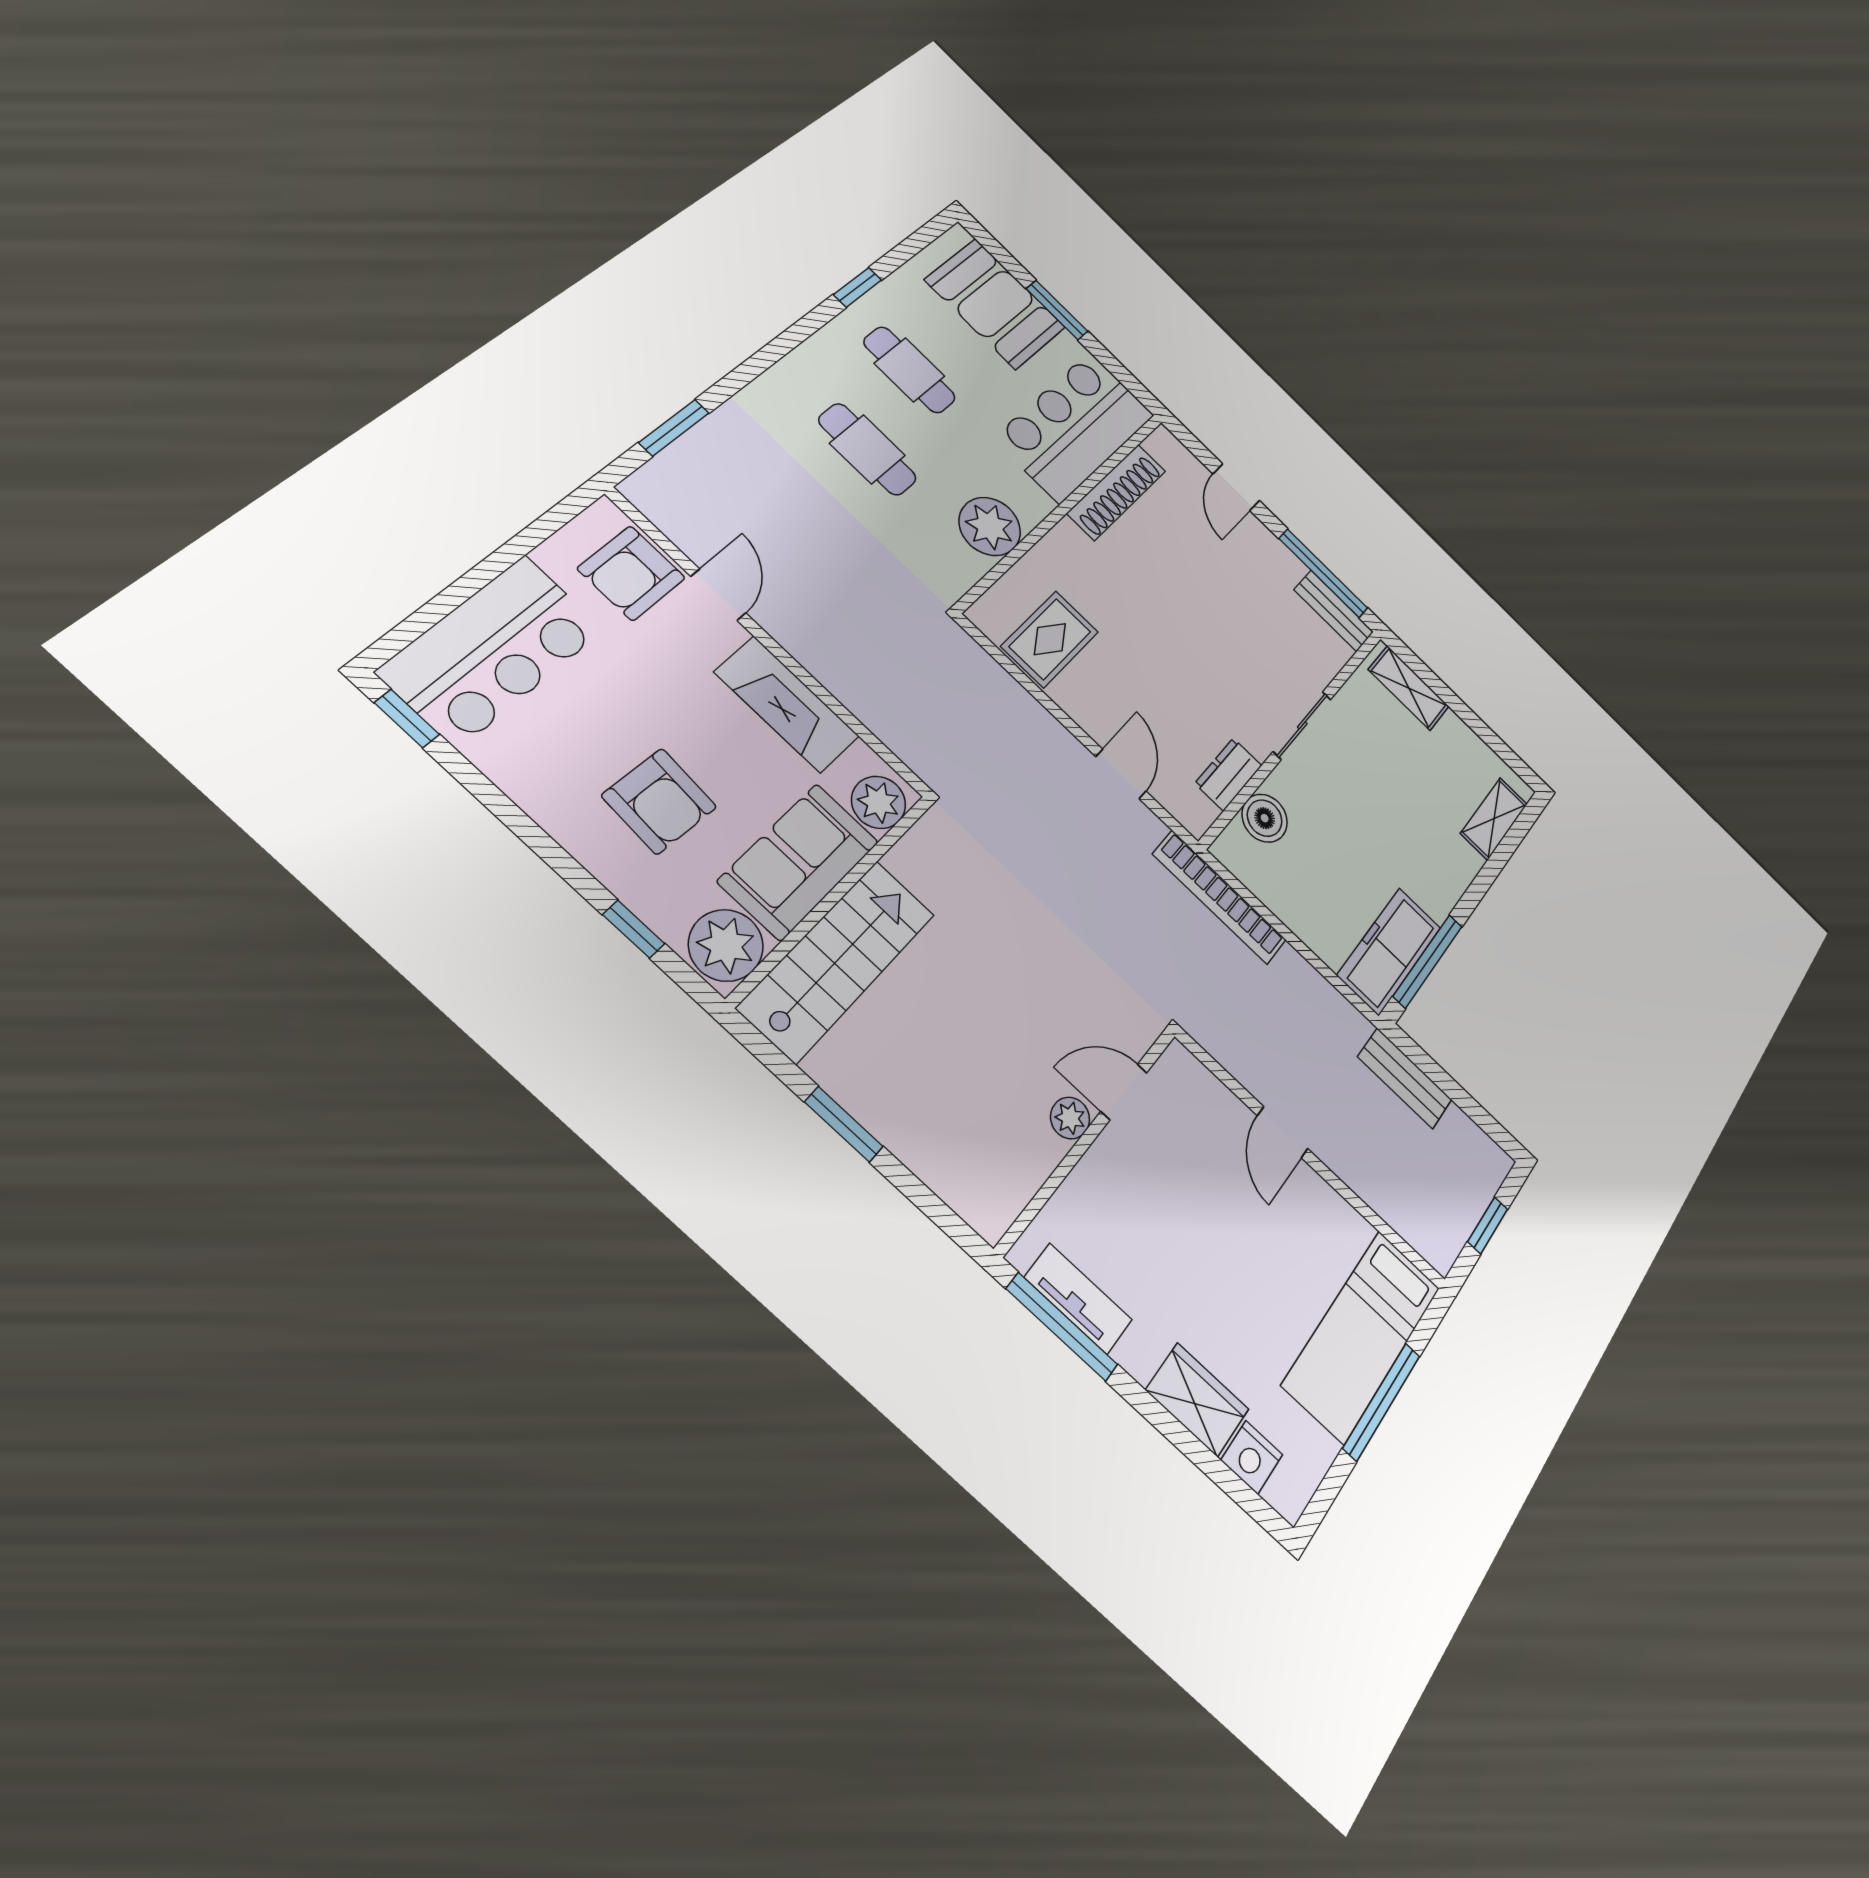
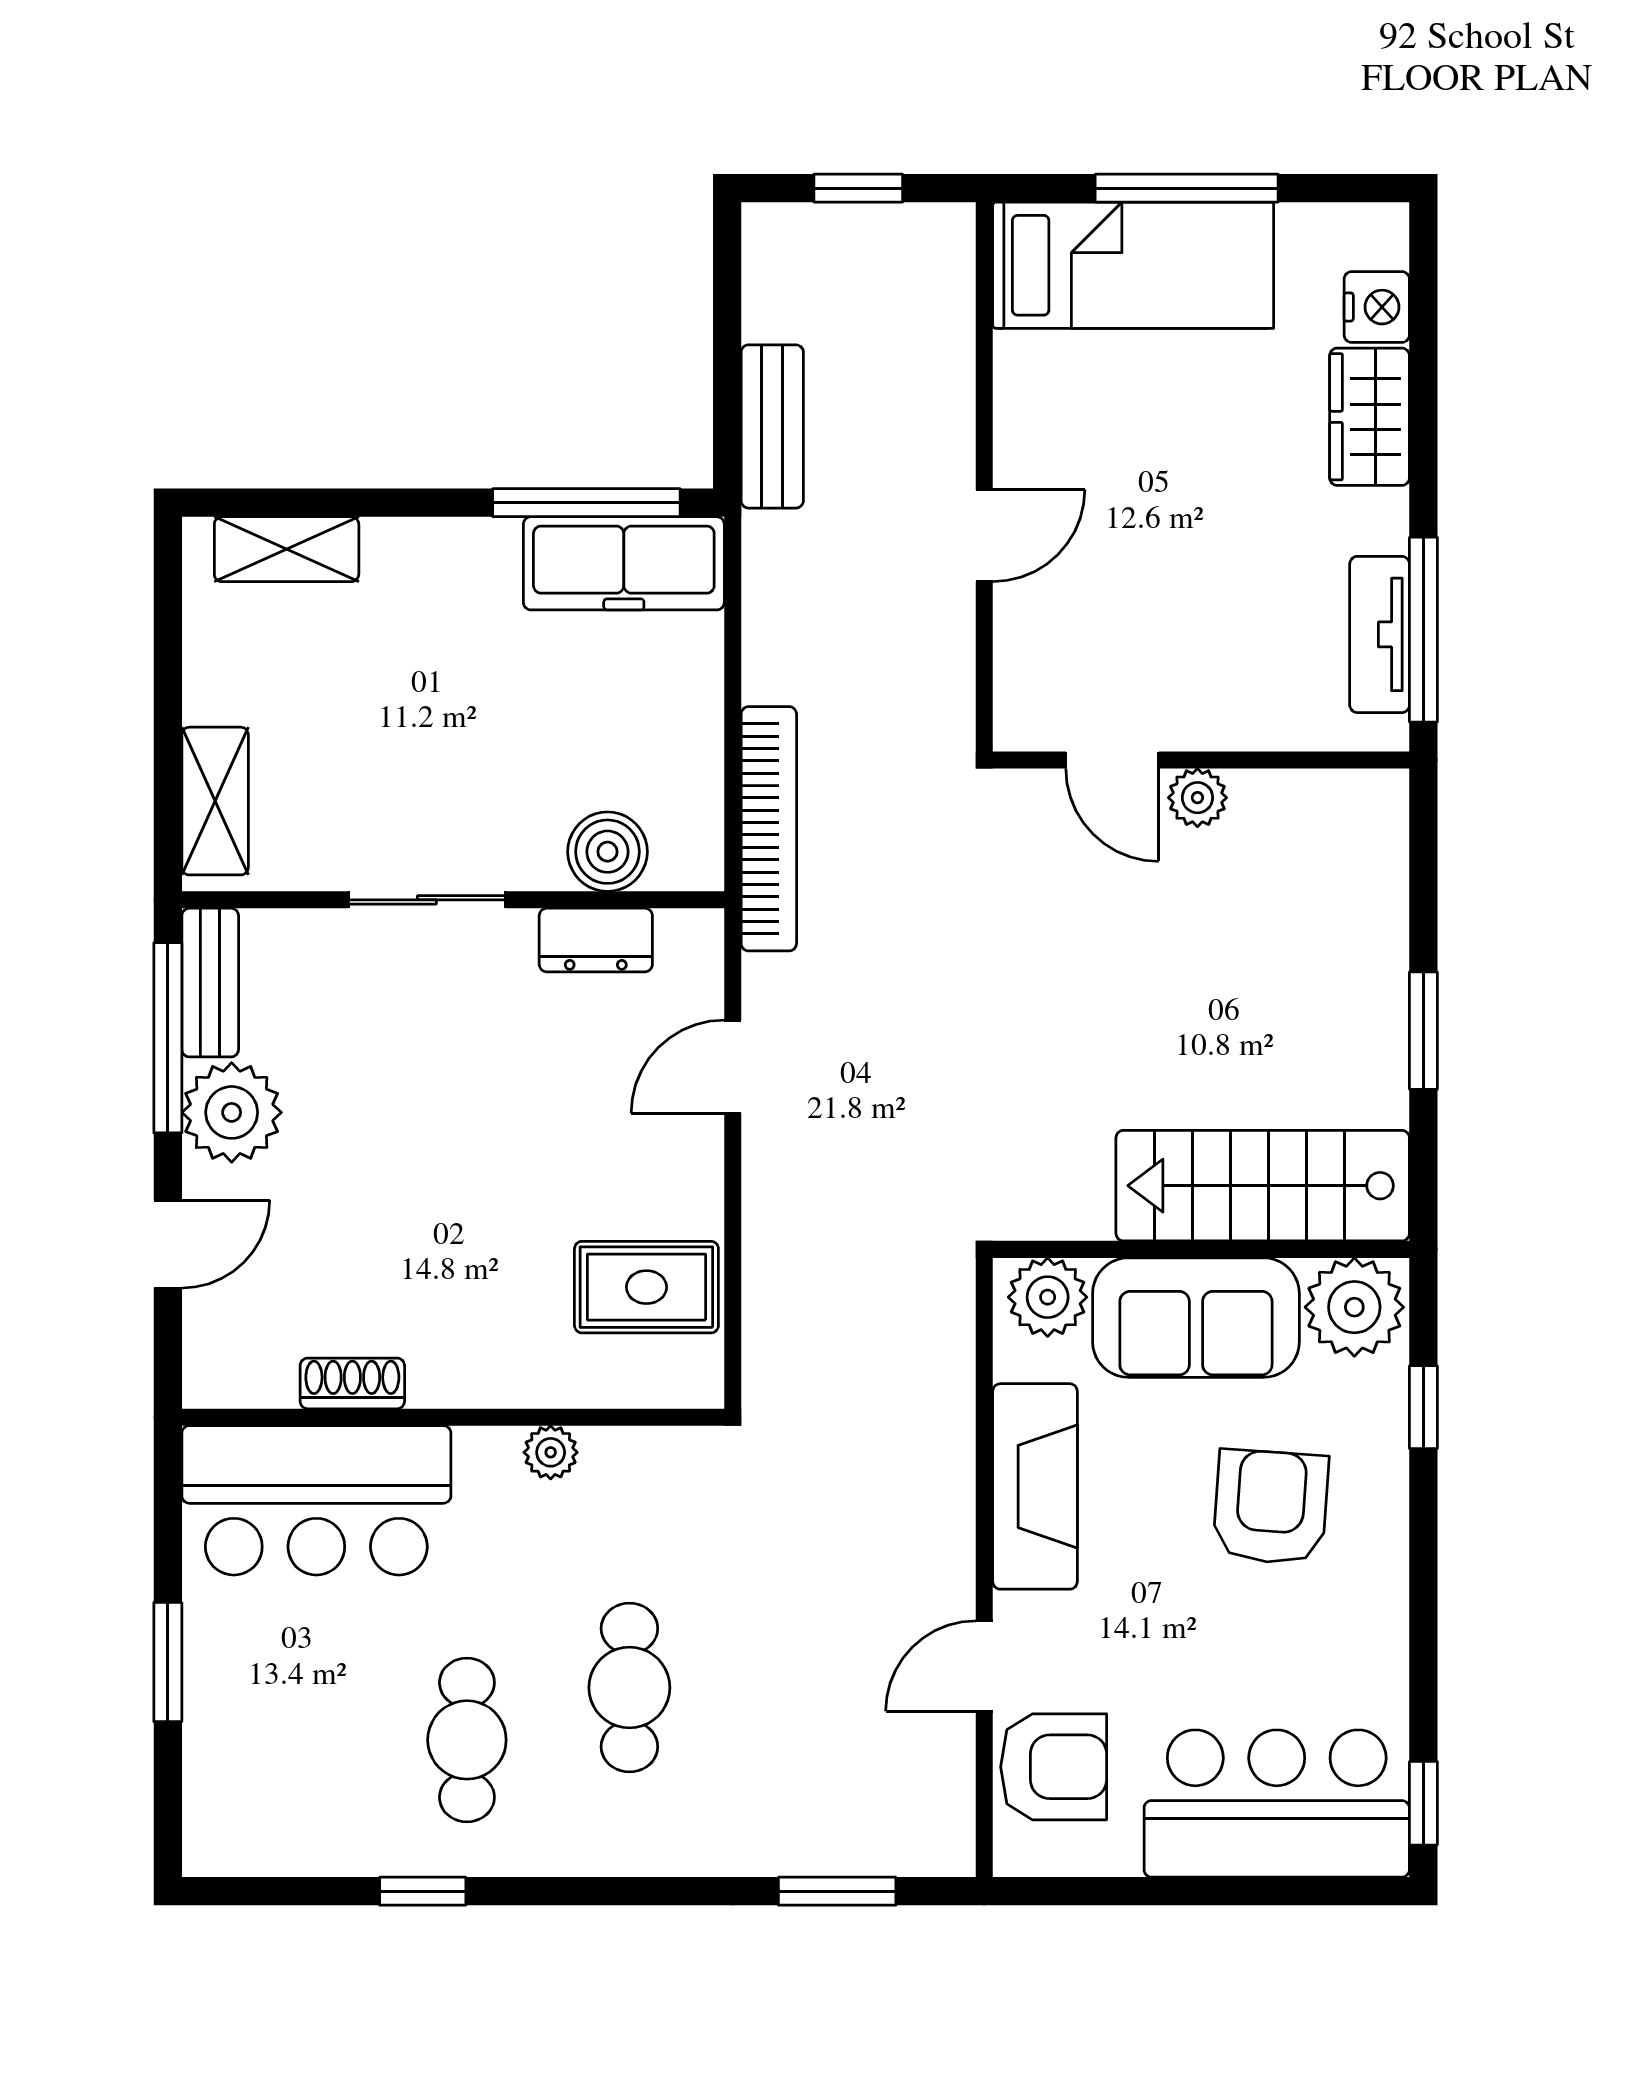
booth: (995, 304) -> (251, 1734), removed
shoe rack: (1117, 492) -> (352, 1383), width x0.51, depth x0.81
plant: (990, 526) -> (551, 1452), width x0.53, depth x0.53
plant: (1272, 564) -> (232, 1112), added

